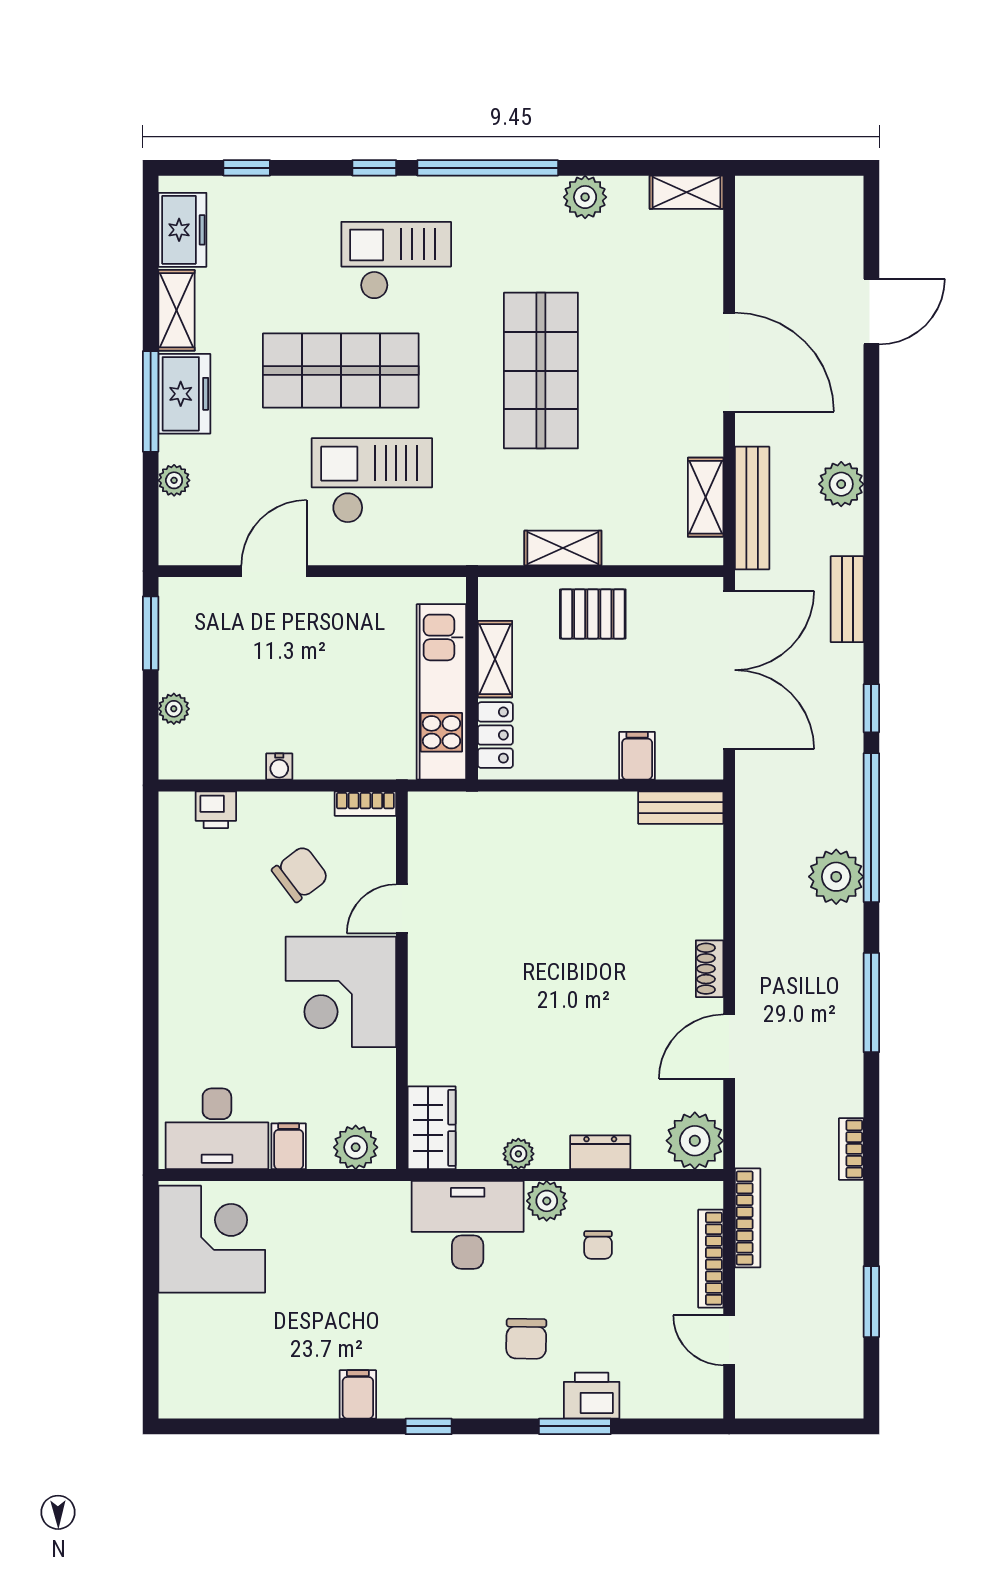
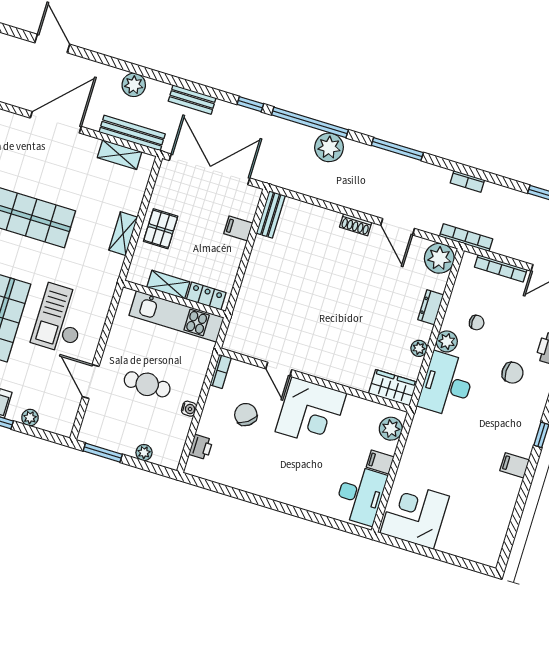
cafe table: (300, 676) -> (147, 384), added
bookcase: (748, 1218) -> (466, 238), moved

